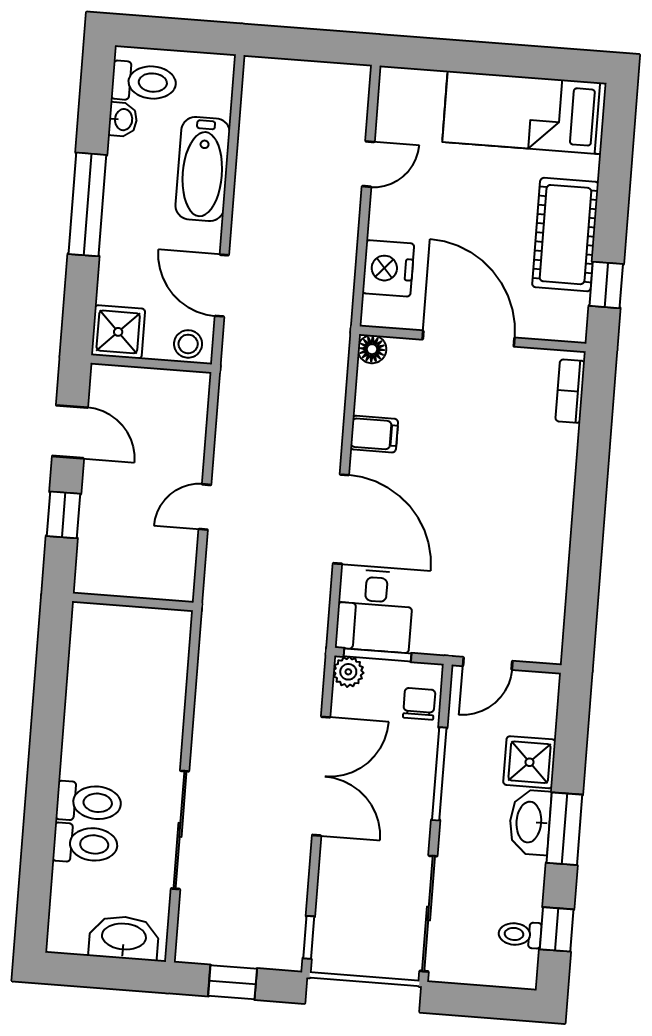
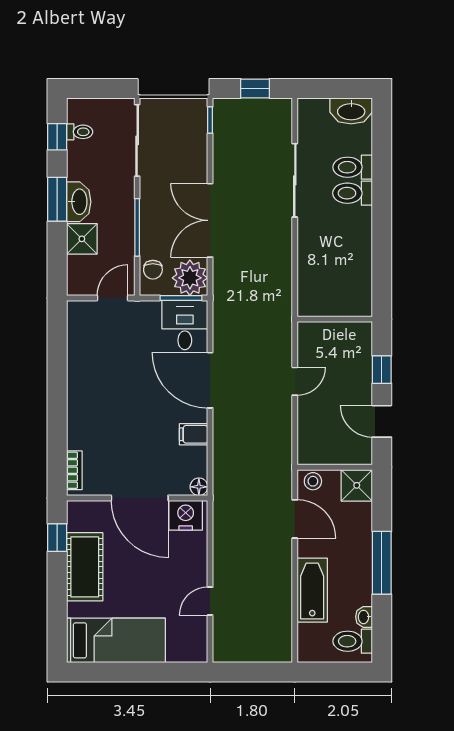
nightstand: (388, 268) -> (186, 515), moved, turned -90
plant: (348, 672) -> (190, 278), width x1.88, depth x1.88
washbasin: (124, 938) -> (351, 111), moved

